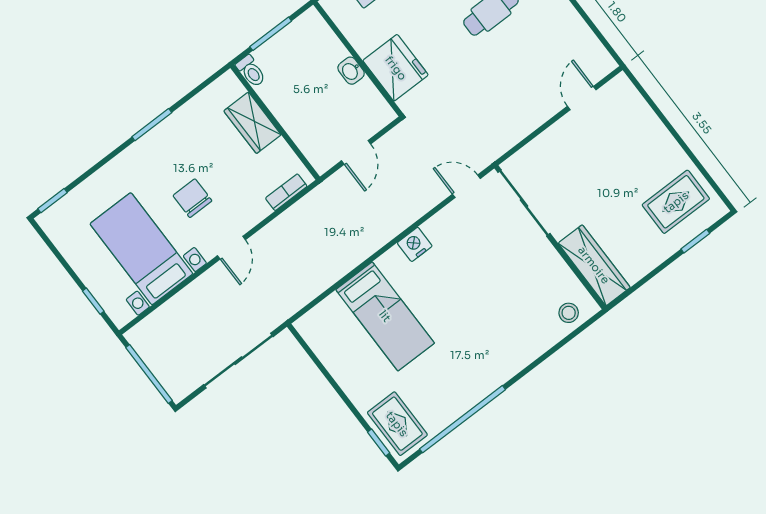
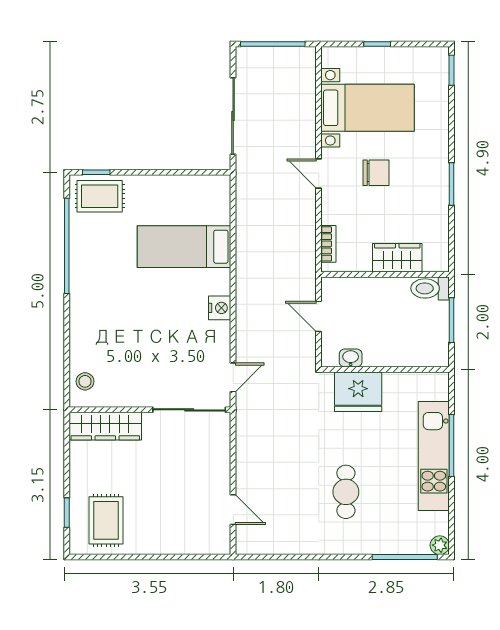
toilet: (251, 71) -> (430, 288), width x1.37, depth x1.39
washbasin: (351, 71) -> (351, 358), moved
window: (93, 301) -> (377, 44), moved

